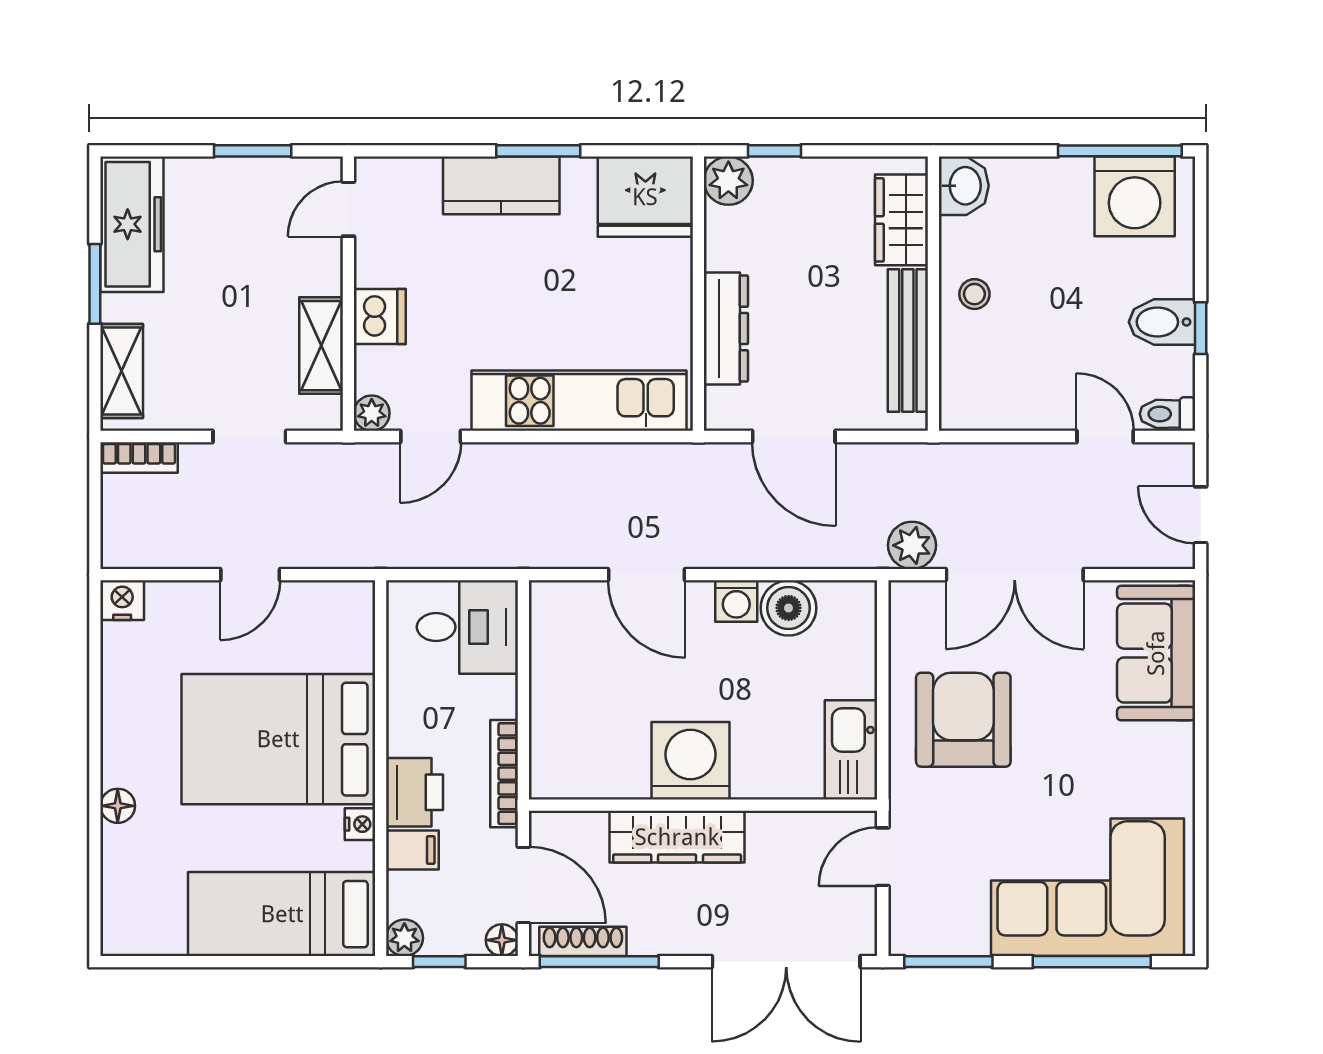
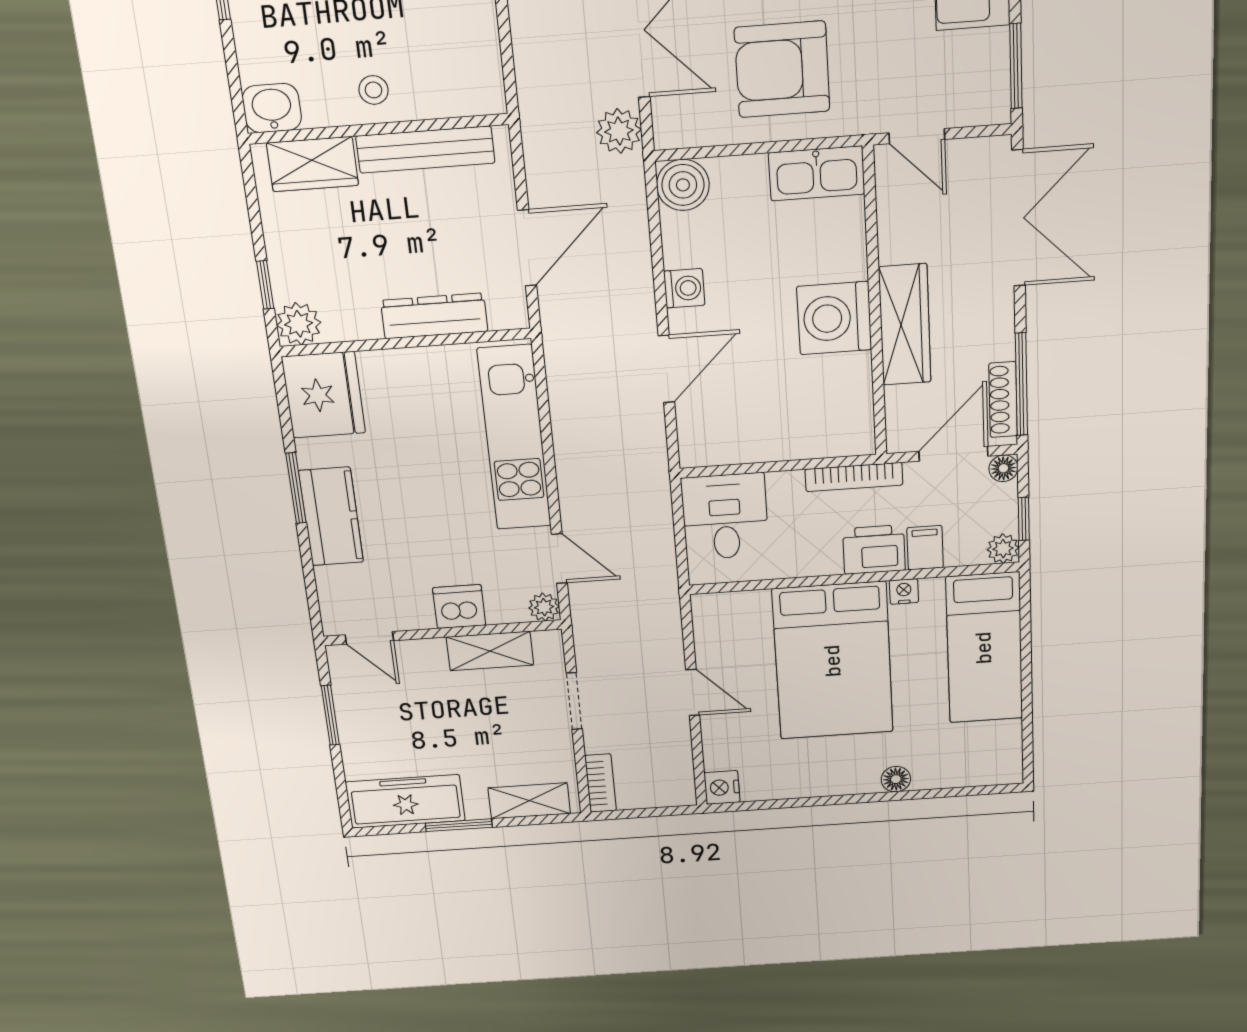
boiler: (789, 608) -> (683, 185), moved

